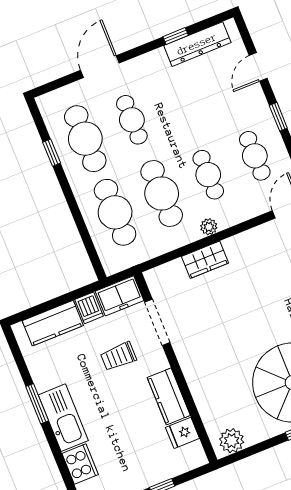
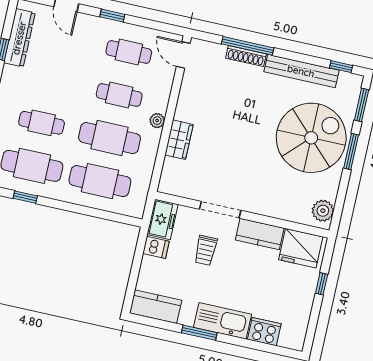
doorway: (157, 322) -> (220, 210), moved
kitchen counter: (53, 323) -> (156, 307), moved, turned -90
fridge: (183, 433) -> (301, 248), width x1.88, depth x1.34

